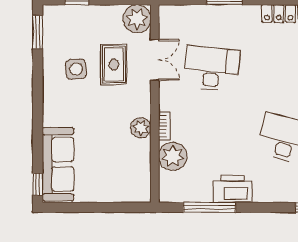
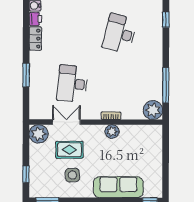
plant: (173, 156) -> (153, 110), moved
sofa: (58, 164) -> (118, 187), moved
printer: (232, 189) -> (153, 70), removed

